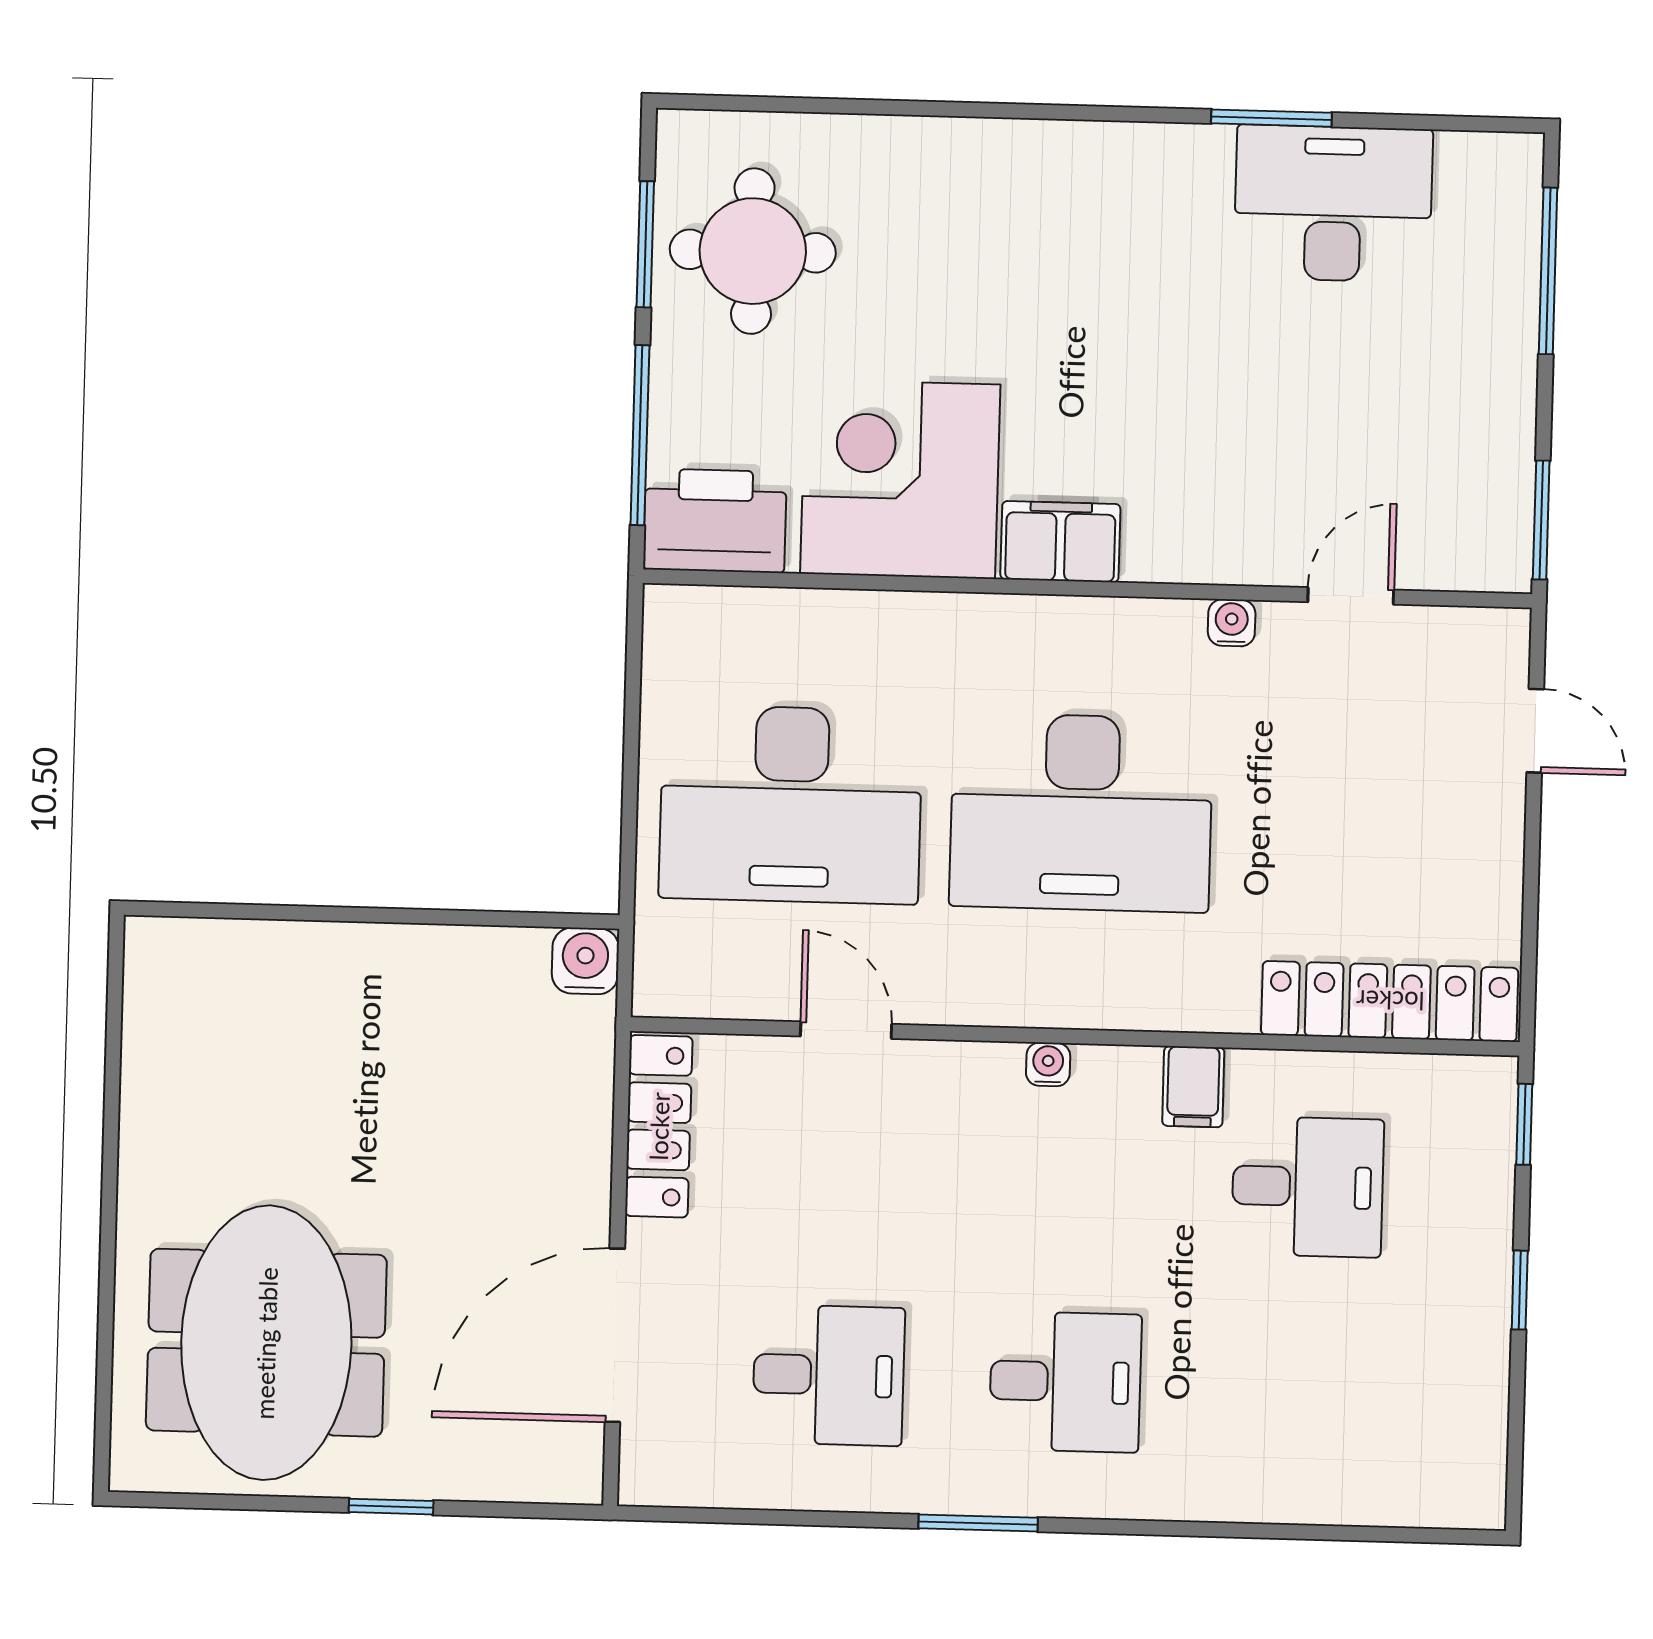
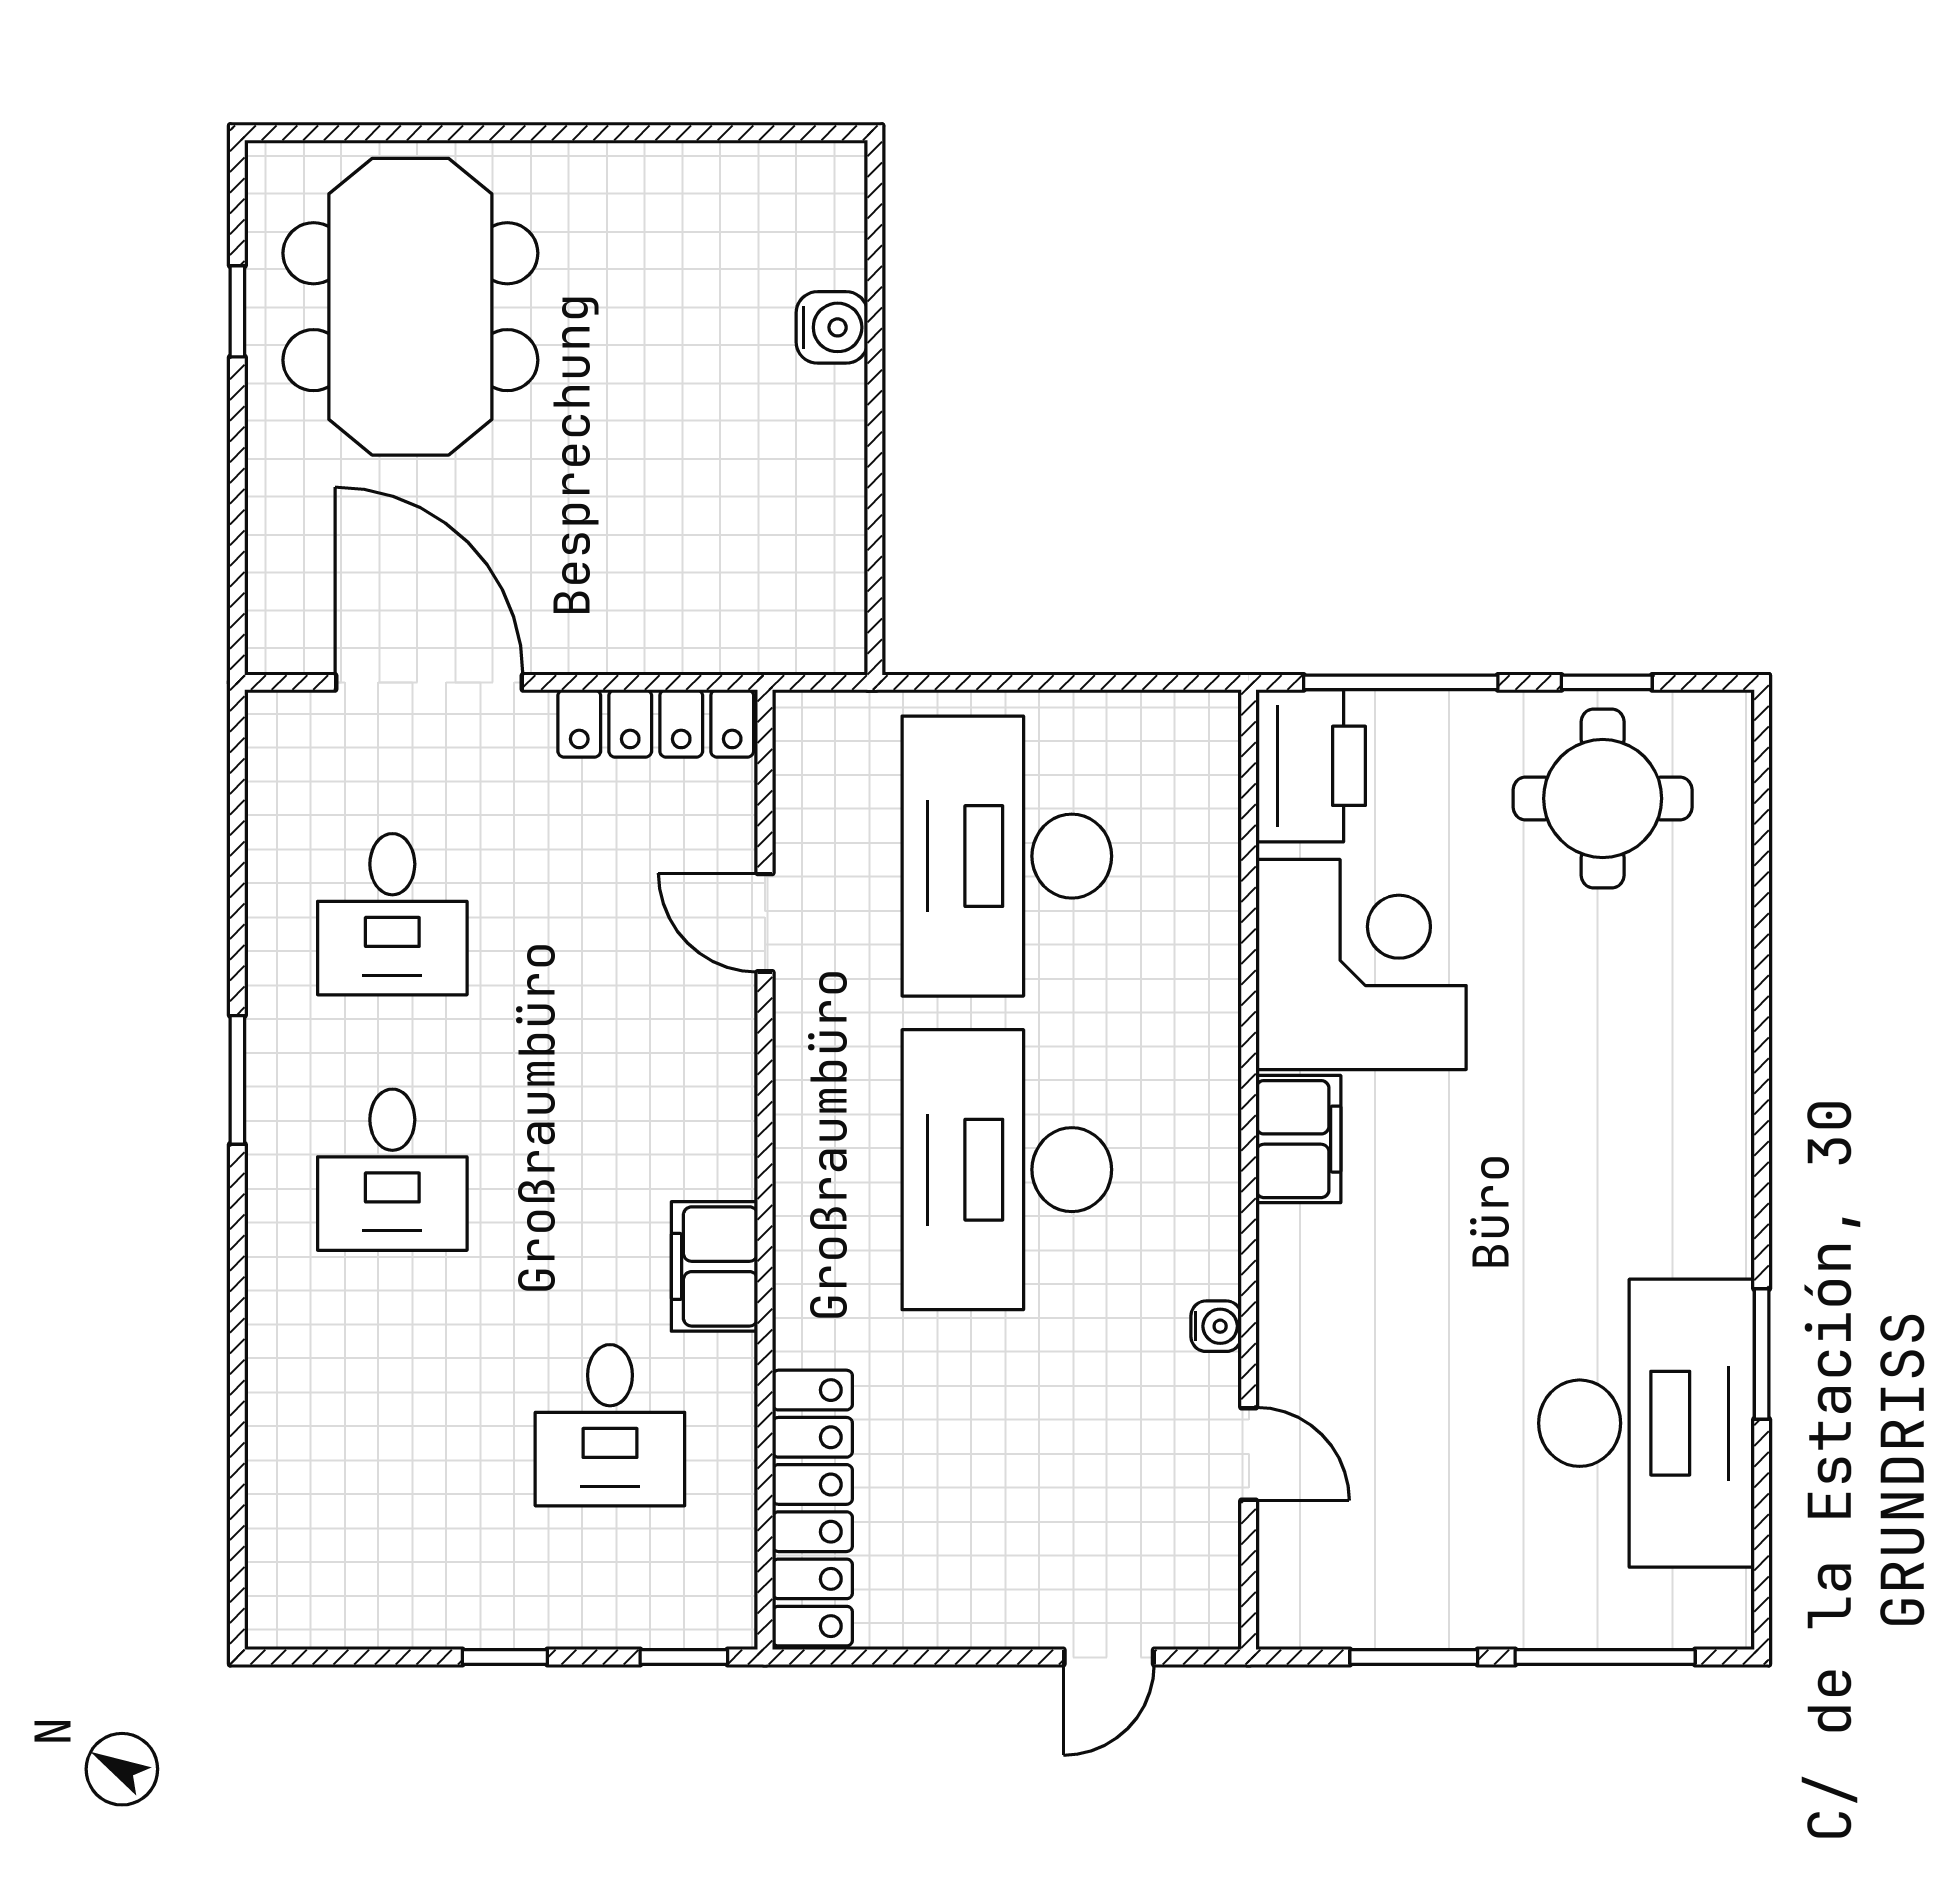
desk: (1333, 204) -> (1646, 1423), width x1.36, depth x1.30
window: (645, 244) -> (1607, 682), width x0.67
window: (1541, 520) -> (1414, 1657), moved
water cooler: (585, 961) -> (832, 327), moved
door: (846, 1030) -> (765, 923), swing flipped
water cooler: (1048, 1064) -> (734, 1142), removed
filing cabinet: (1193, 1087) -> (714, 1266), width x2.00
meeting table: (266, 1343) -> (410, 307), turned 90
window: (391, 1507) -> (237, 311), moved

